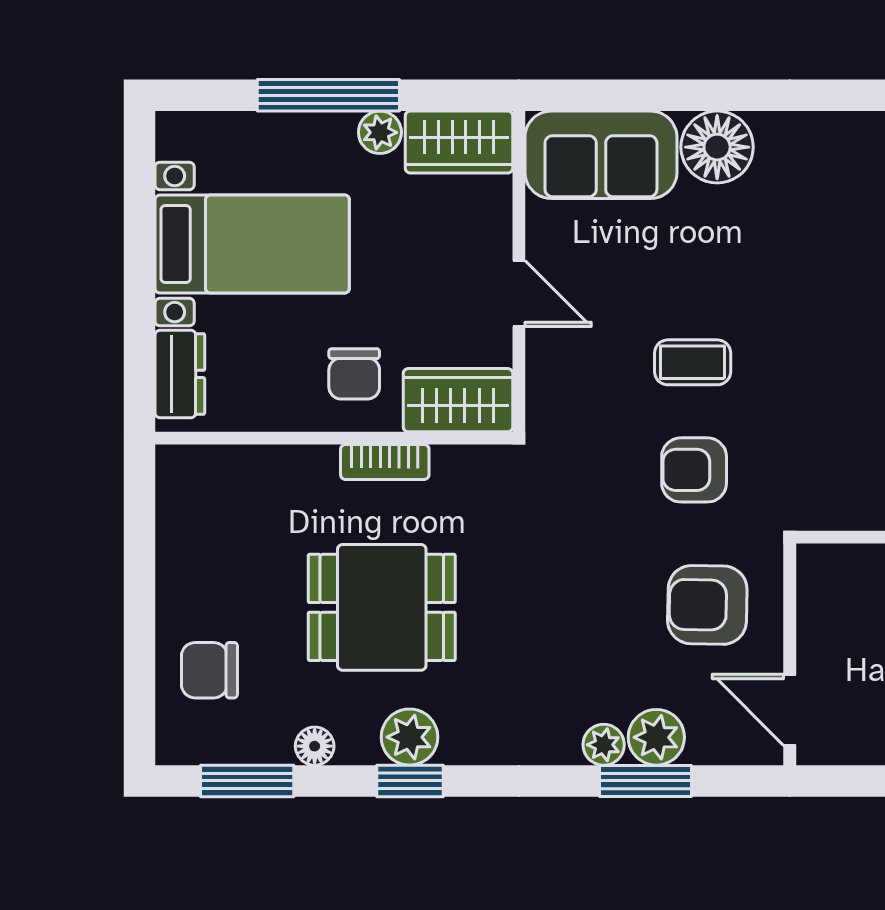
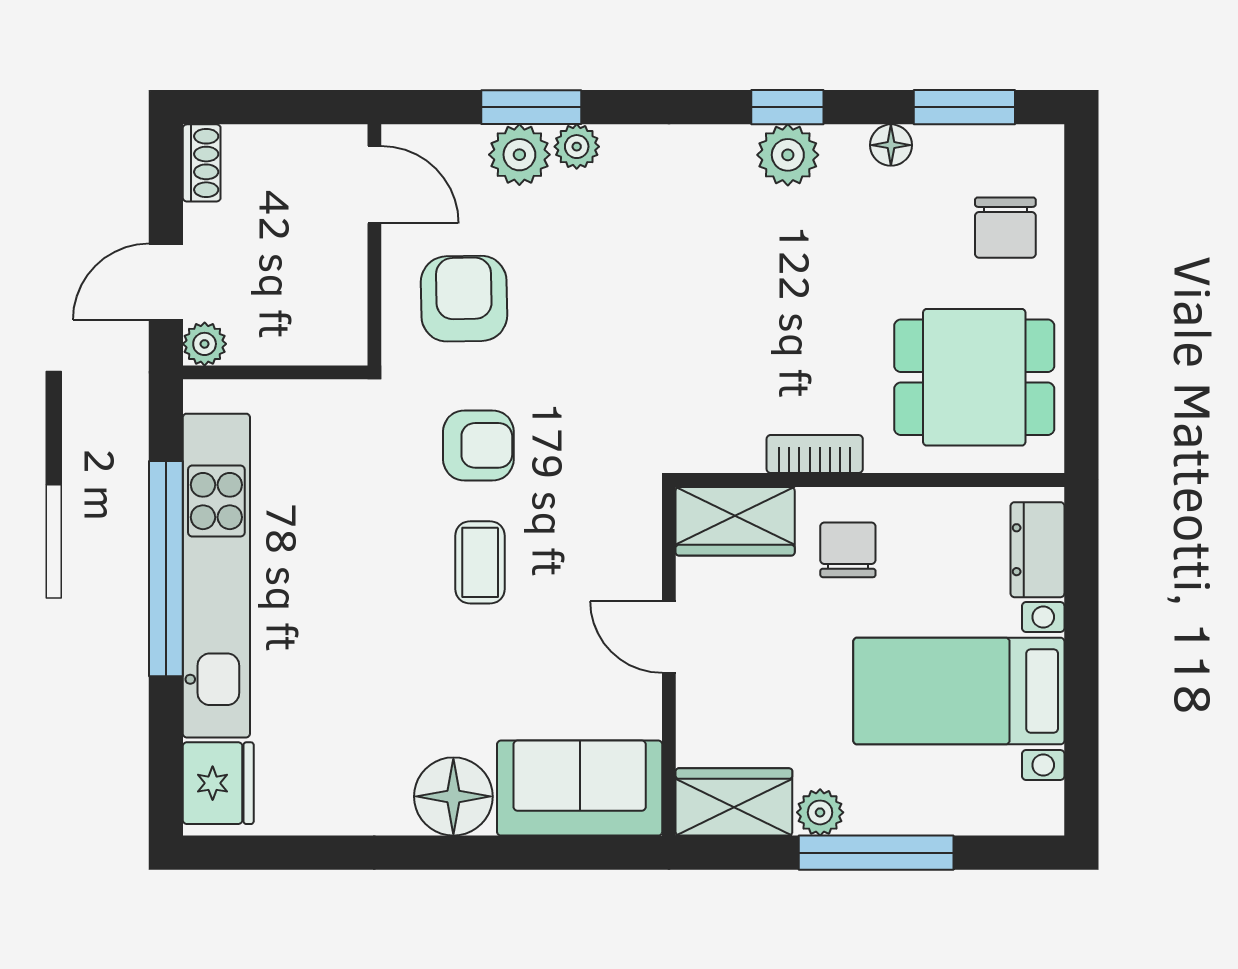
coffee table: (693, 362) -> (480, 562), turned 90
armchair: (707, 605) -> (464, 299), turned -92
dining table: (382, 607) -> (974, 377), moved
chair: (209, 670) -> (1005, 228), turned 90

